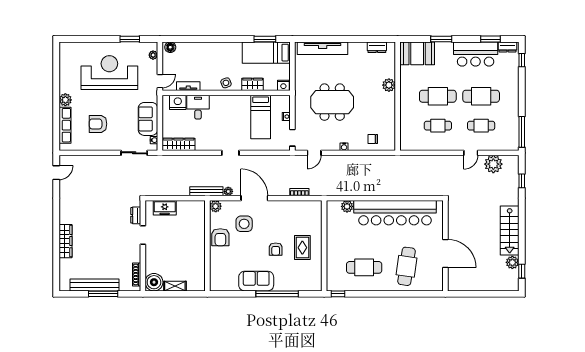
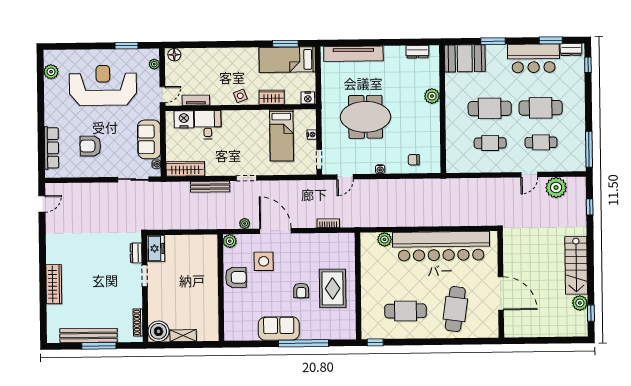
plant: (65, 100) -> (51, 72), moved
bench: (206, 191) -> (210, 187), moved
freezer: (165, 208) -> (156, 248), moved, turned -90
armchair: (220, 237) -> (236, 277), turned -90
rug: (302, 248) -> (333, 288), width x1.36, depth x1.43

